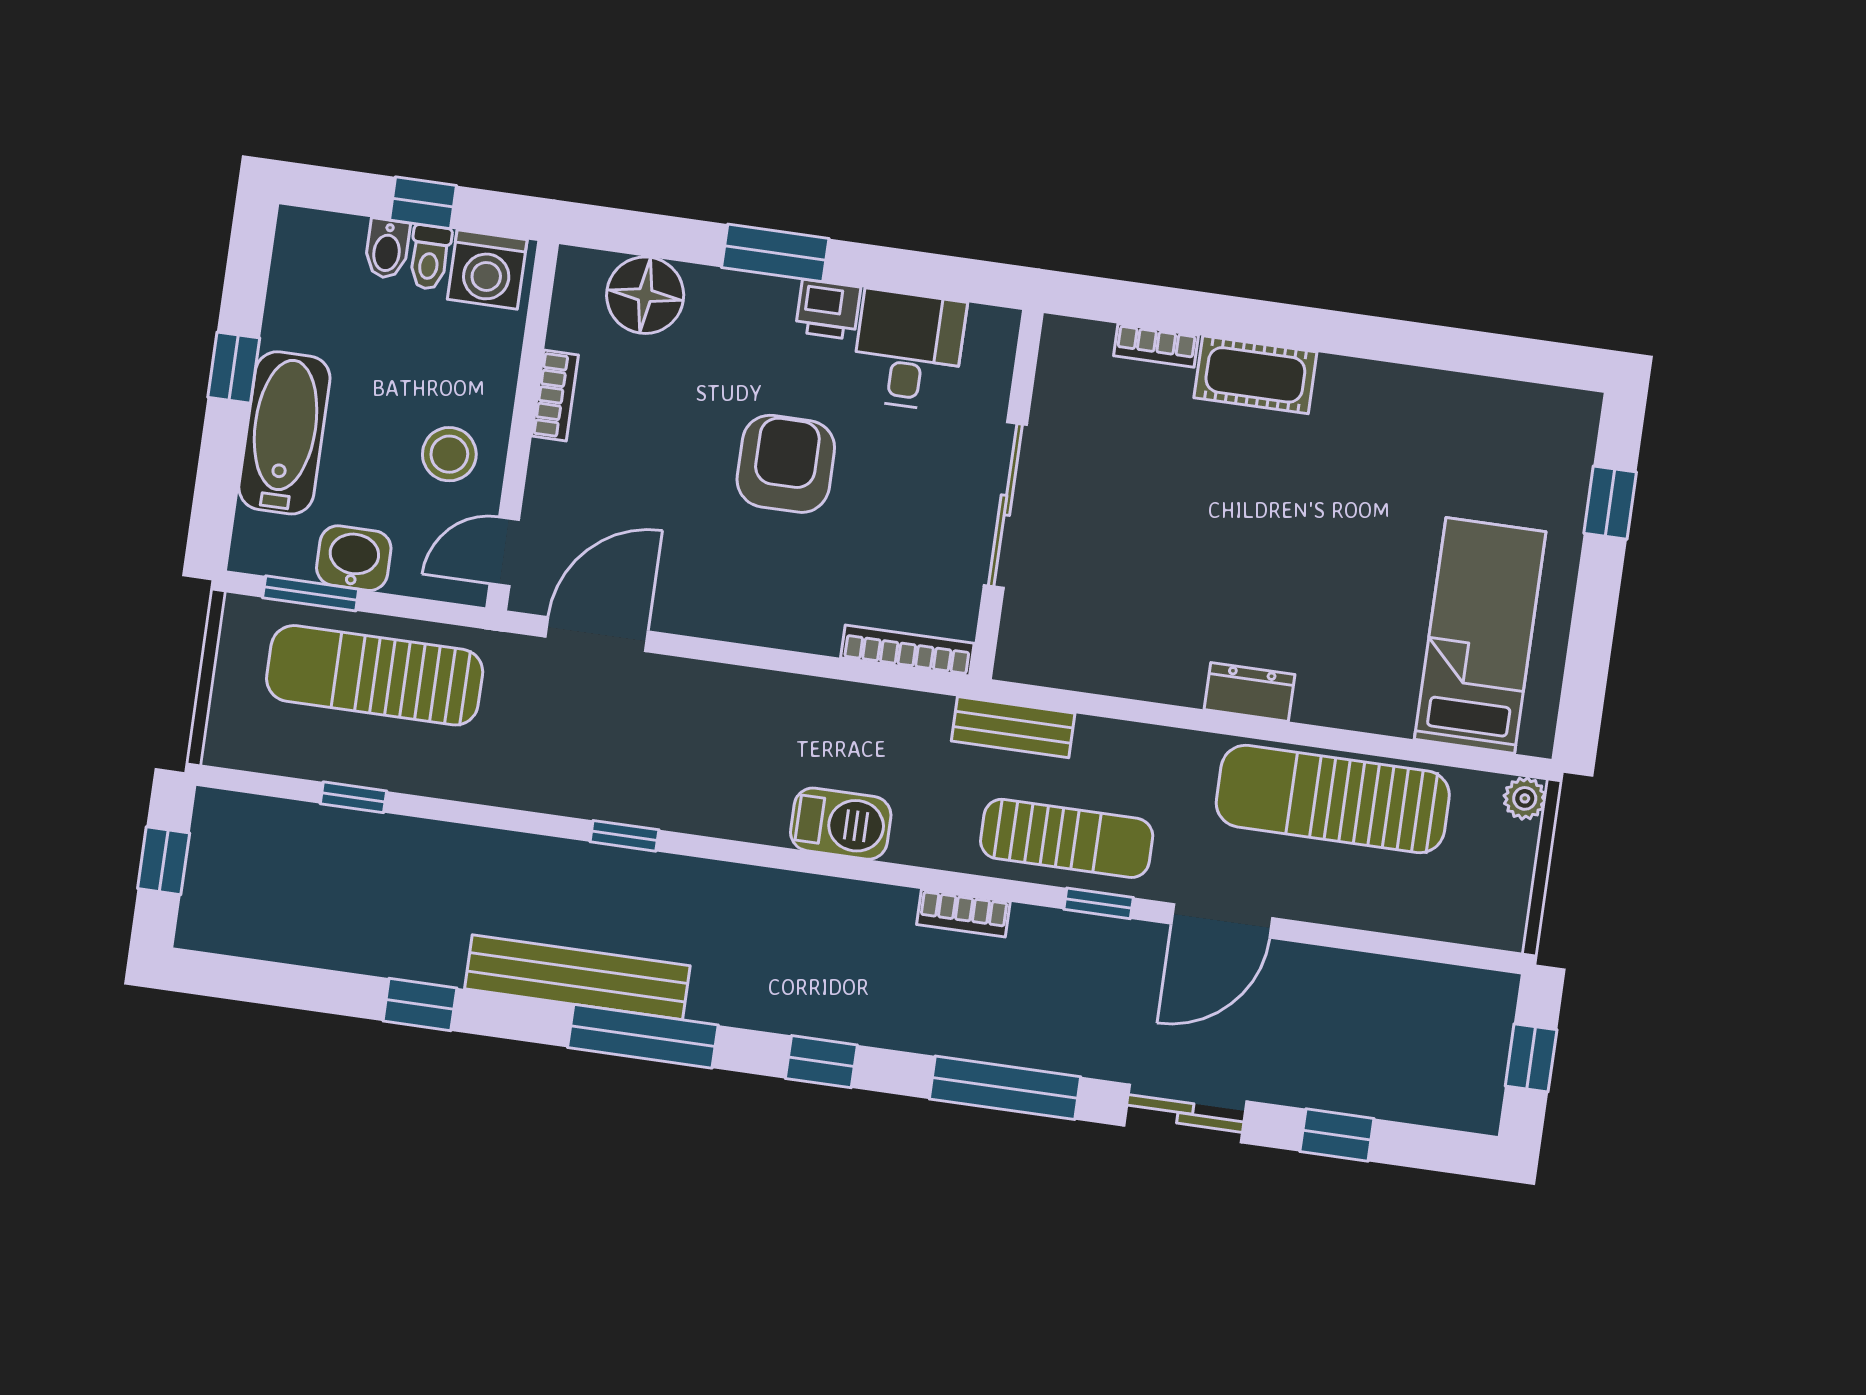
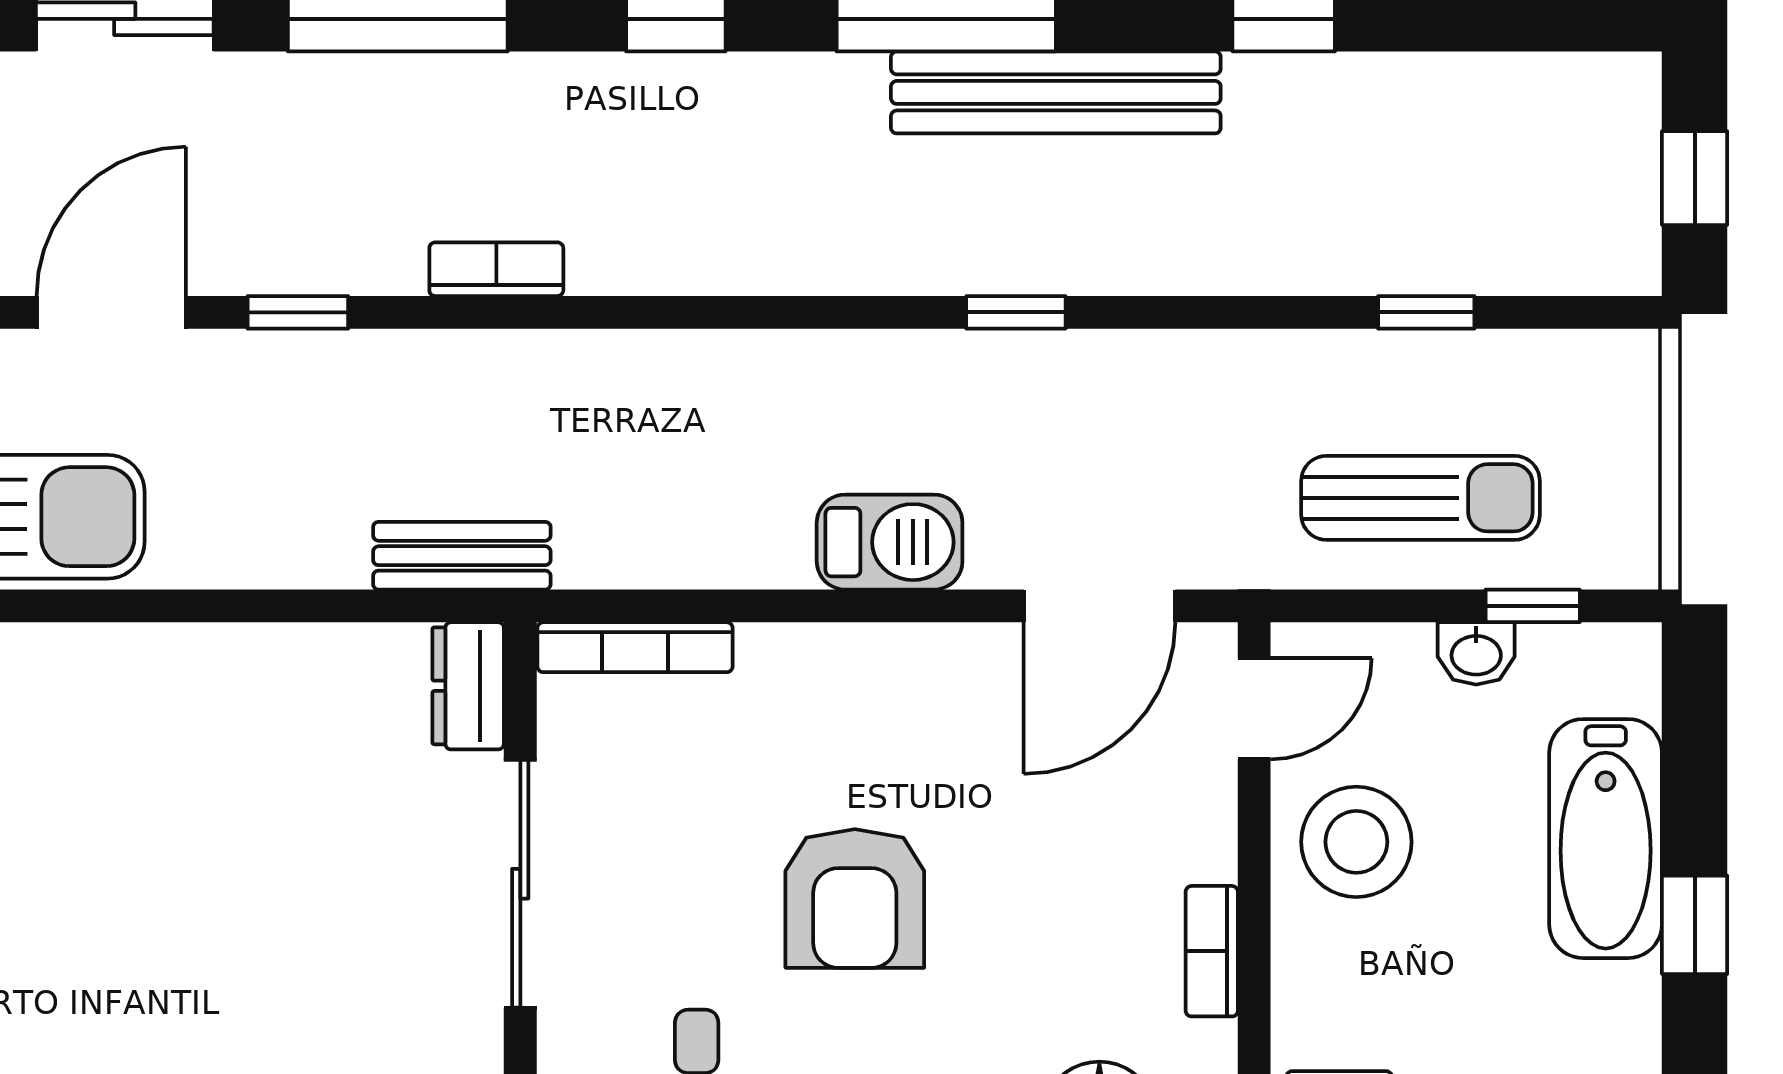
stool: (449, 454) -> (1356, 842), width x1.38, depth x1.38
washbasin: (354, 558) -> (1476, 653), width x0.72, depth x0.69
window: (311, 593) -> (1533, 606), width x0.67
sun lounger: (375, 675) -> (1421, 498), width x0.73, depth x0.75
dresser: (1250, 692) -> (468, 686), moved, turned 90
barbecue: (841, 824) -> (890, 542), moved, turned 180
sun lounger: (1067, 838) -> (359, 402), removed

